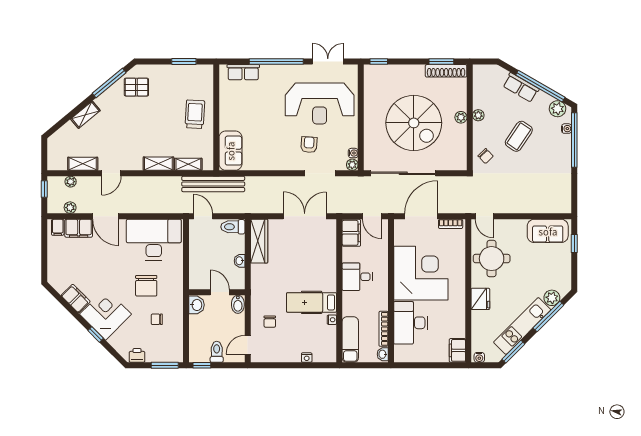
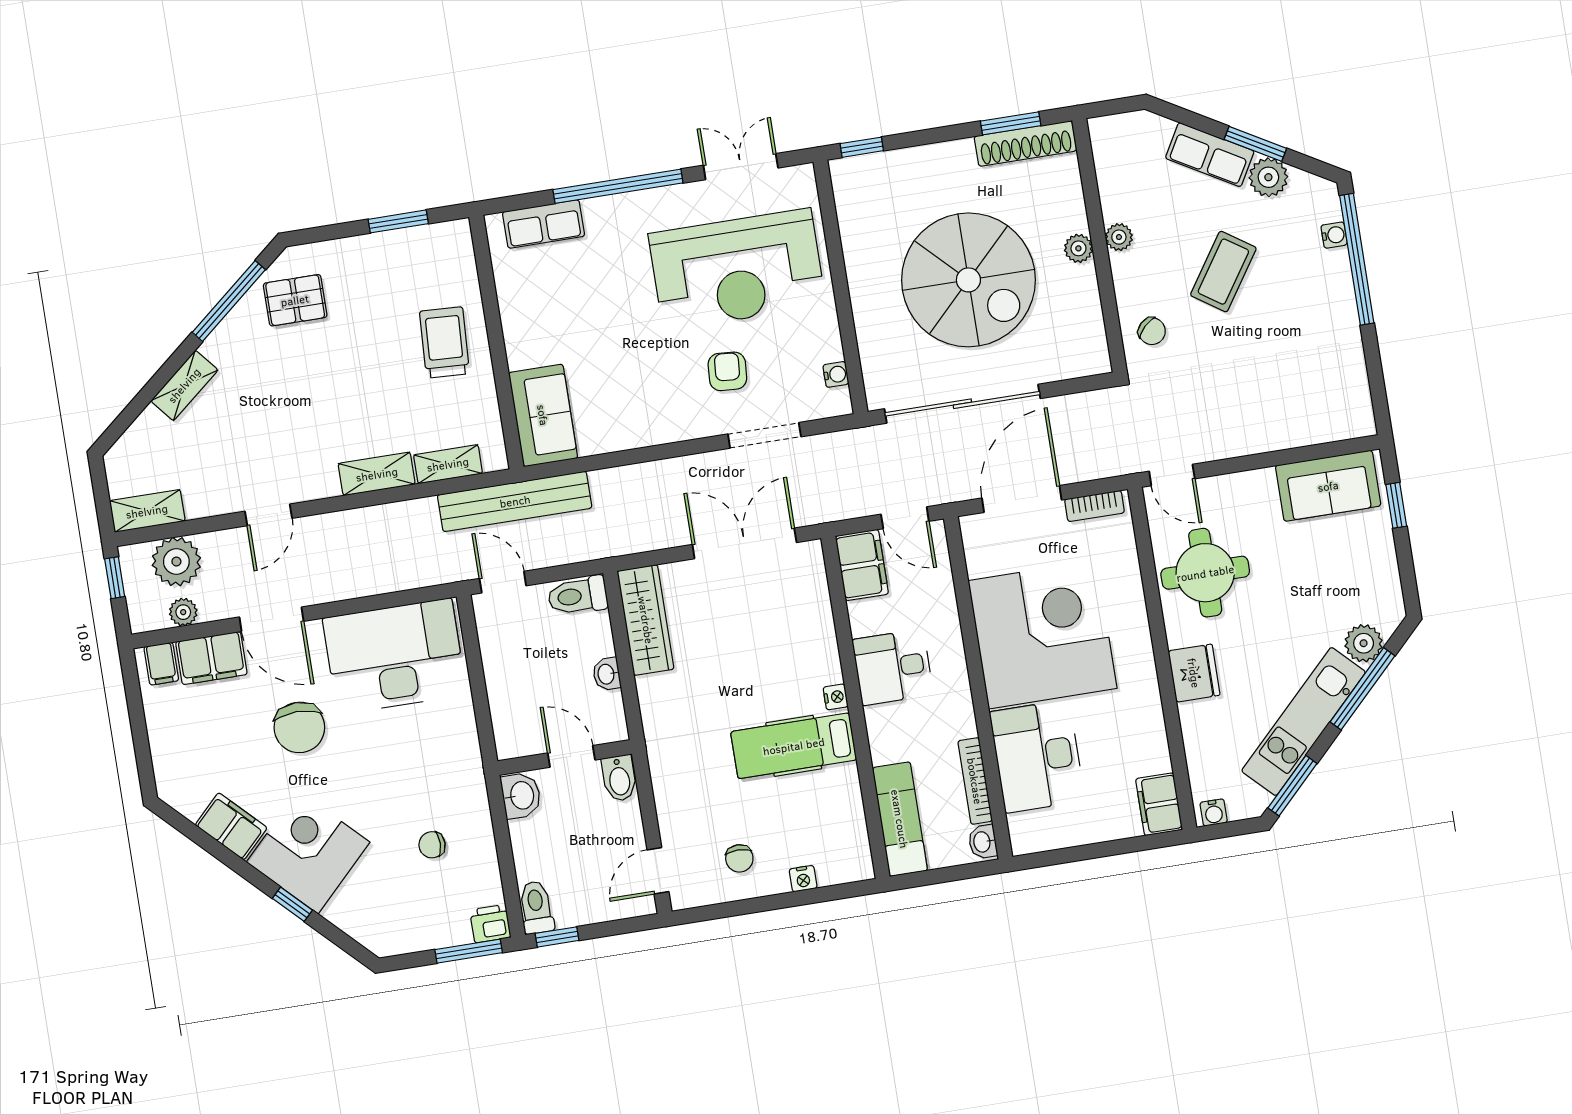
window: (540, 86) -> (1255, 144), width x0.47
plant: (558, 109) -> (1268, 177), moved
shelving: (83, 164) -> (147, 511), moved
plant: (352, 165) -> (838, 403), removed
plant: (71, 182) -> (176, 562), width x1.87, depth x1.87
chair: (146, 286) -> (299, 727), moved
nightstand: (332, 320) -> (836, 697), moved
chair: (270, 322) -> (739, 858), moved
toilet: (217, 352) -> (536, 907), moved
printer: (137, 355) -> (490, 924), moved

